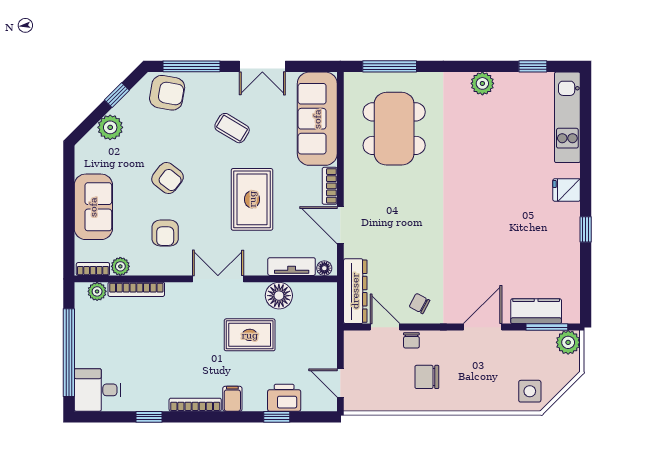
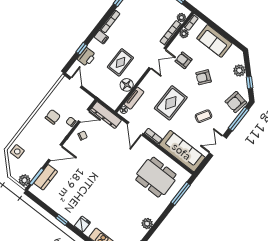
rug: (252, 199) -> (171, 103), turned 90
door: (340, 225) -> (135, 129), swing flipped
double door: (218, 279) -> (157, 58), moved
door: (483, 327) -> (55, 152), hinge flipped
door: (340, 383) -> (76, 82), hinge flipped

